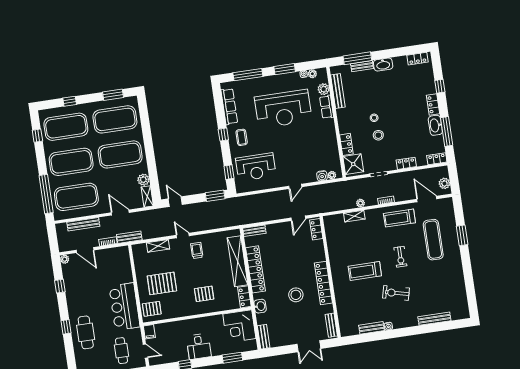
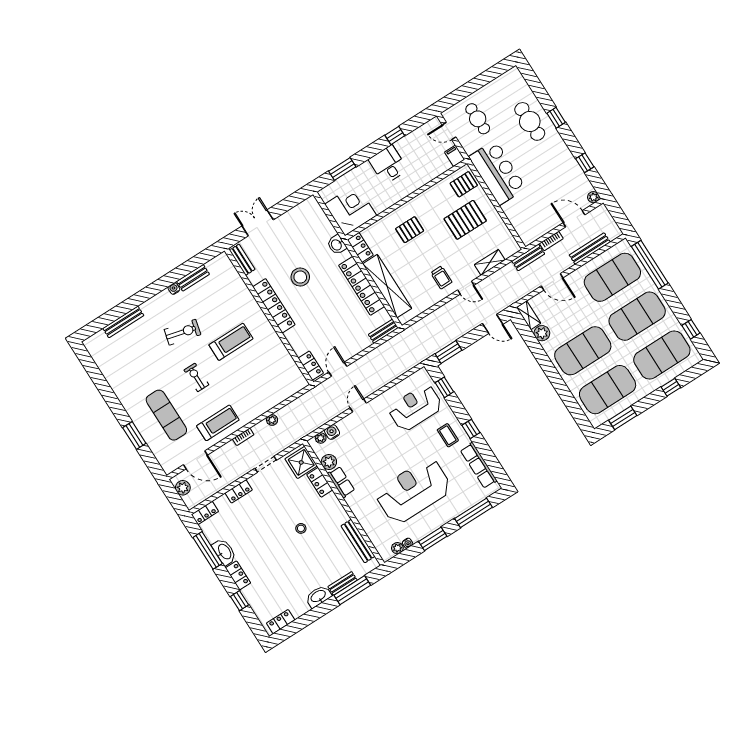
plant: (324, 89) -> (329, 462), moved
row of seats: (327, 107) -> (341, 482), moved
stool: (378, 135) -> (287, 510), removed
shelving: (354, 216) -> (272, 401), removed
bench: (264, 337) -> (316, 210), removed

